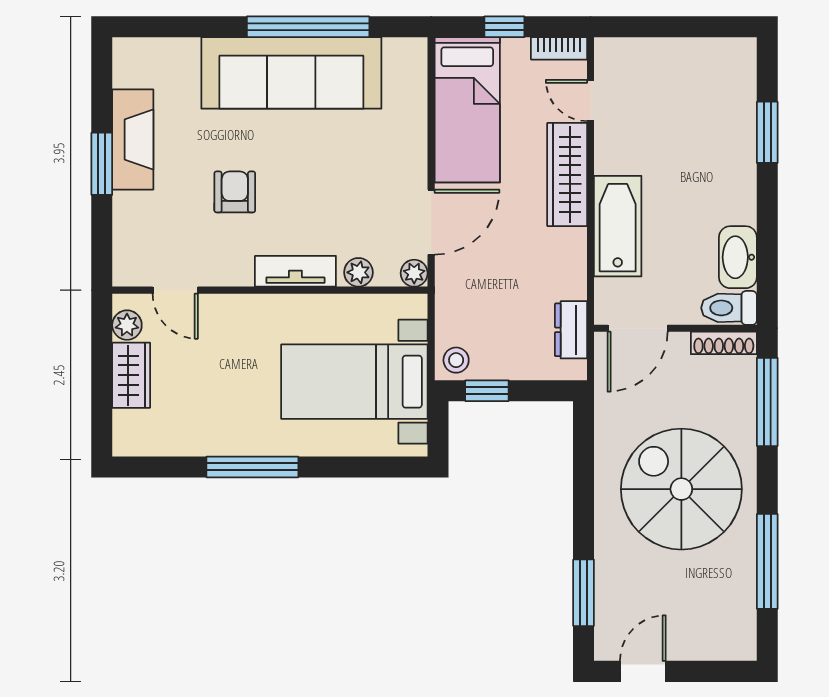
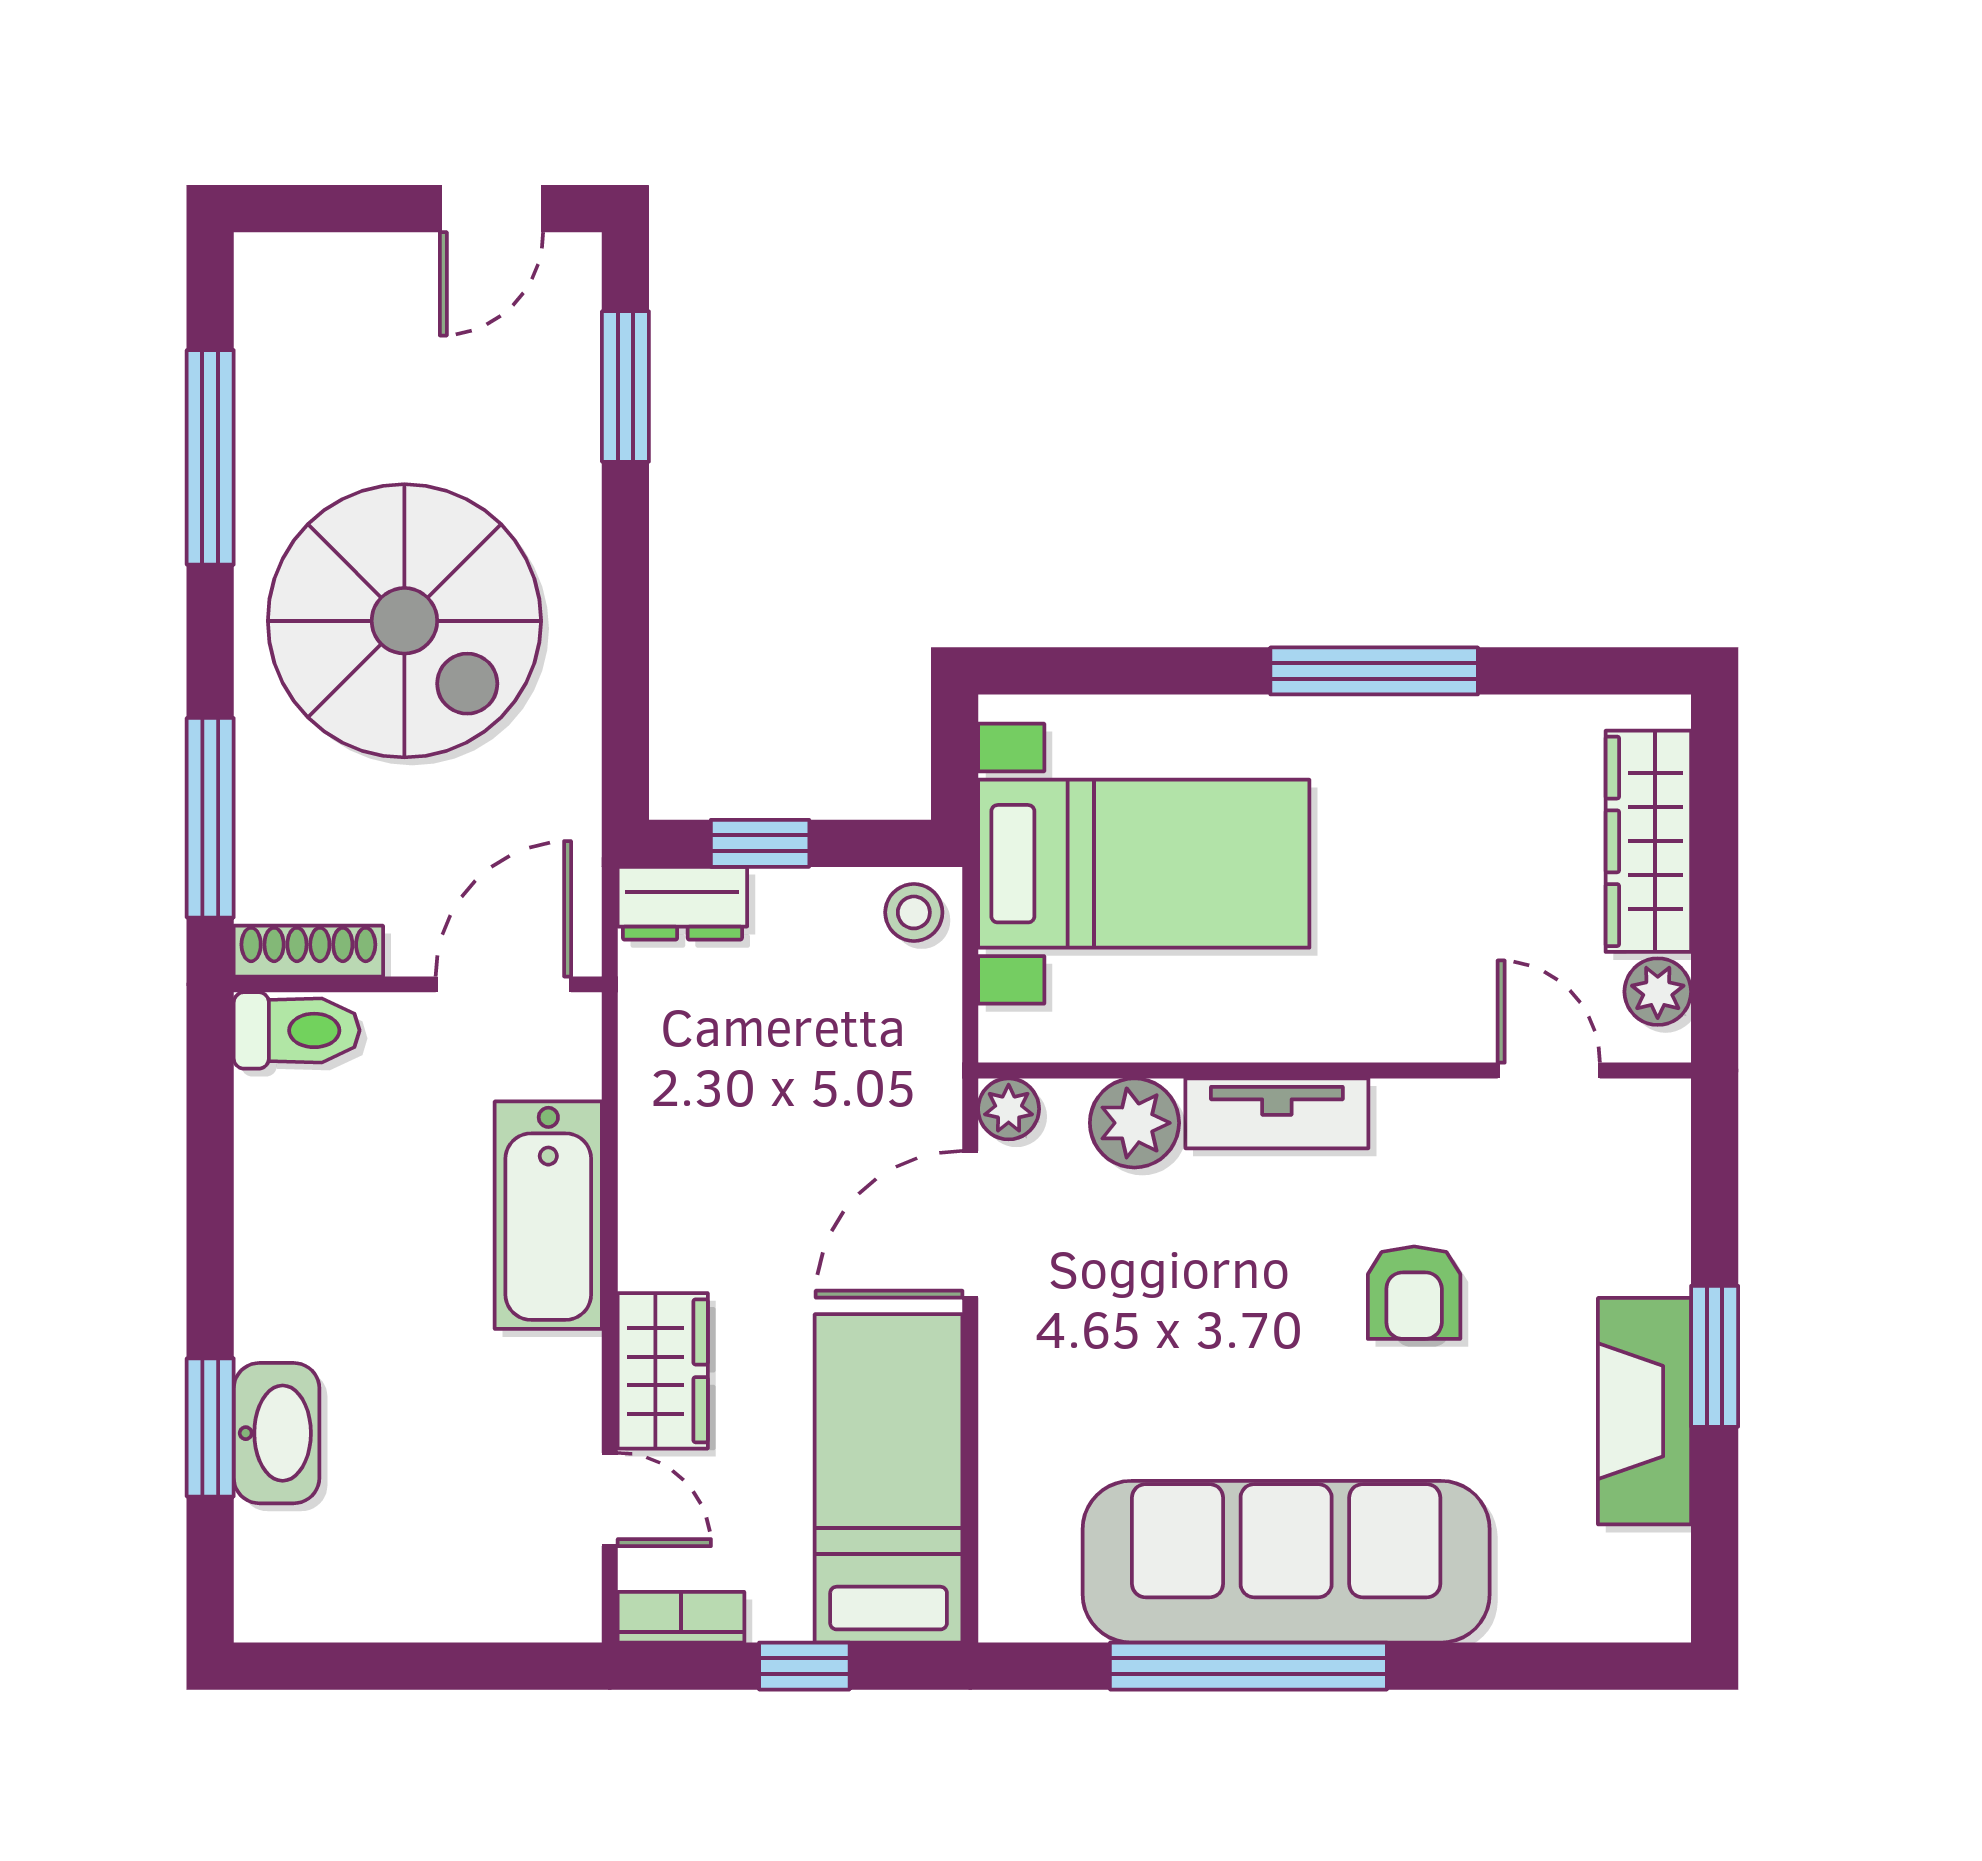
wardrobe: (567, 175) -> (663, 1371), width x0.67
washbasin: (738, 257) -> (277, 1433), moved
plant: (358, 272) -> (1134, 1123), width x1.38, depth x1.38
dresser: (571, 330) -> (682, 903), moved, turned 90
wardrobe: (131, 375) -> (1648, 841), width x1.50
window: (487, 391) -> (760, 843), moved

